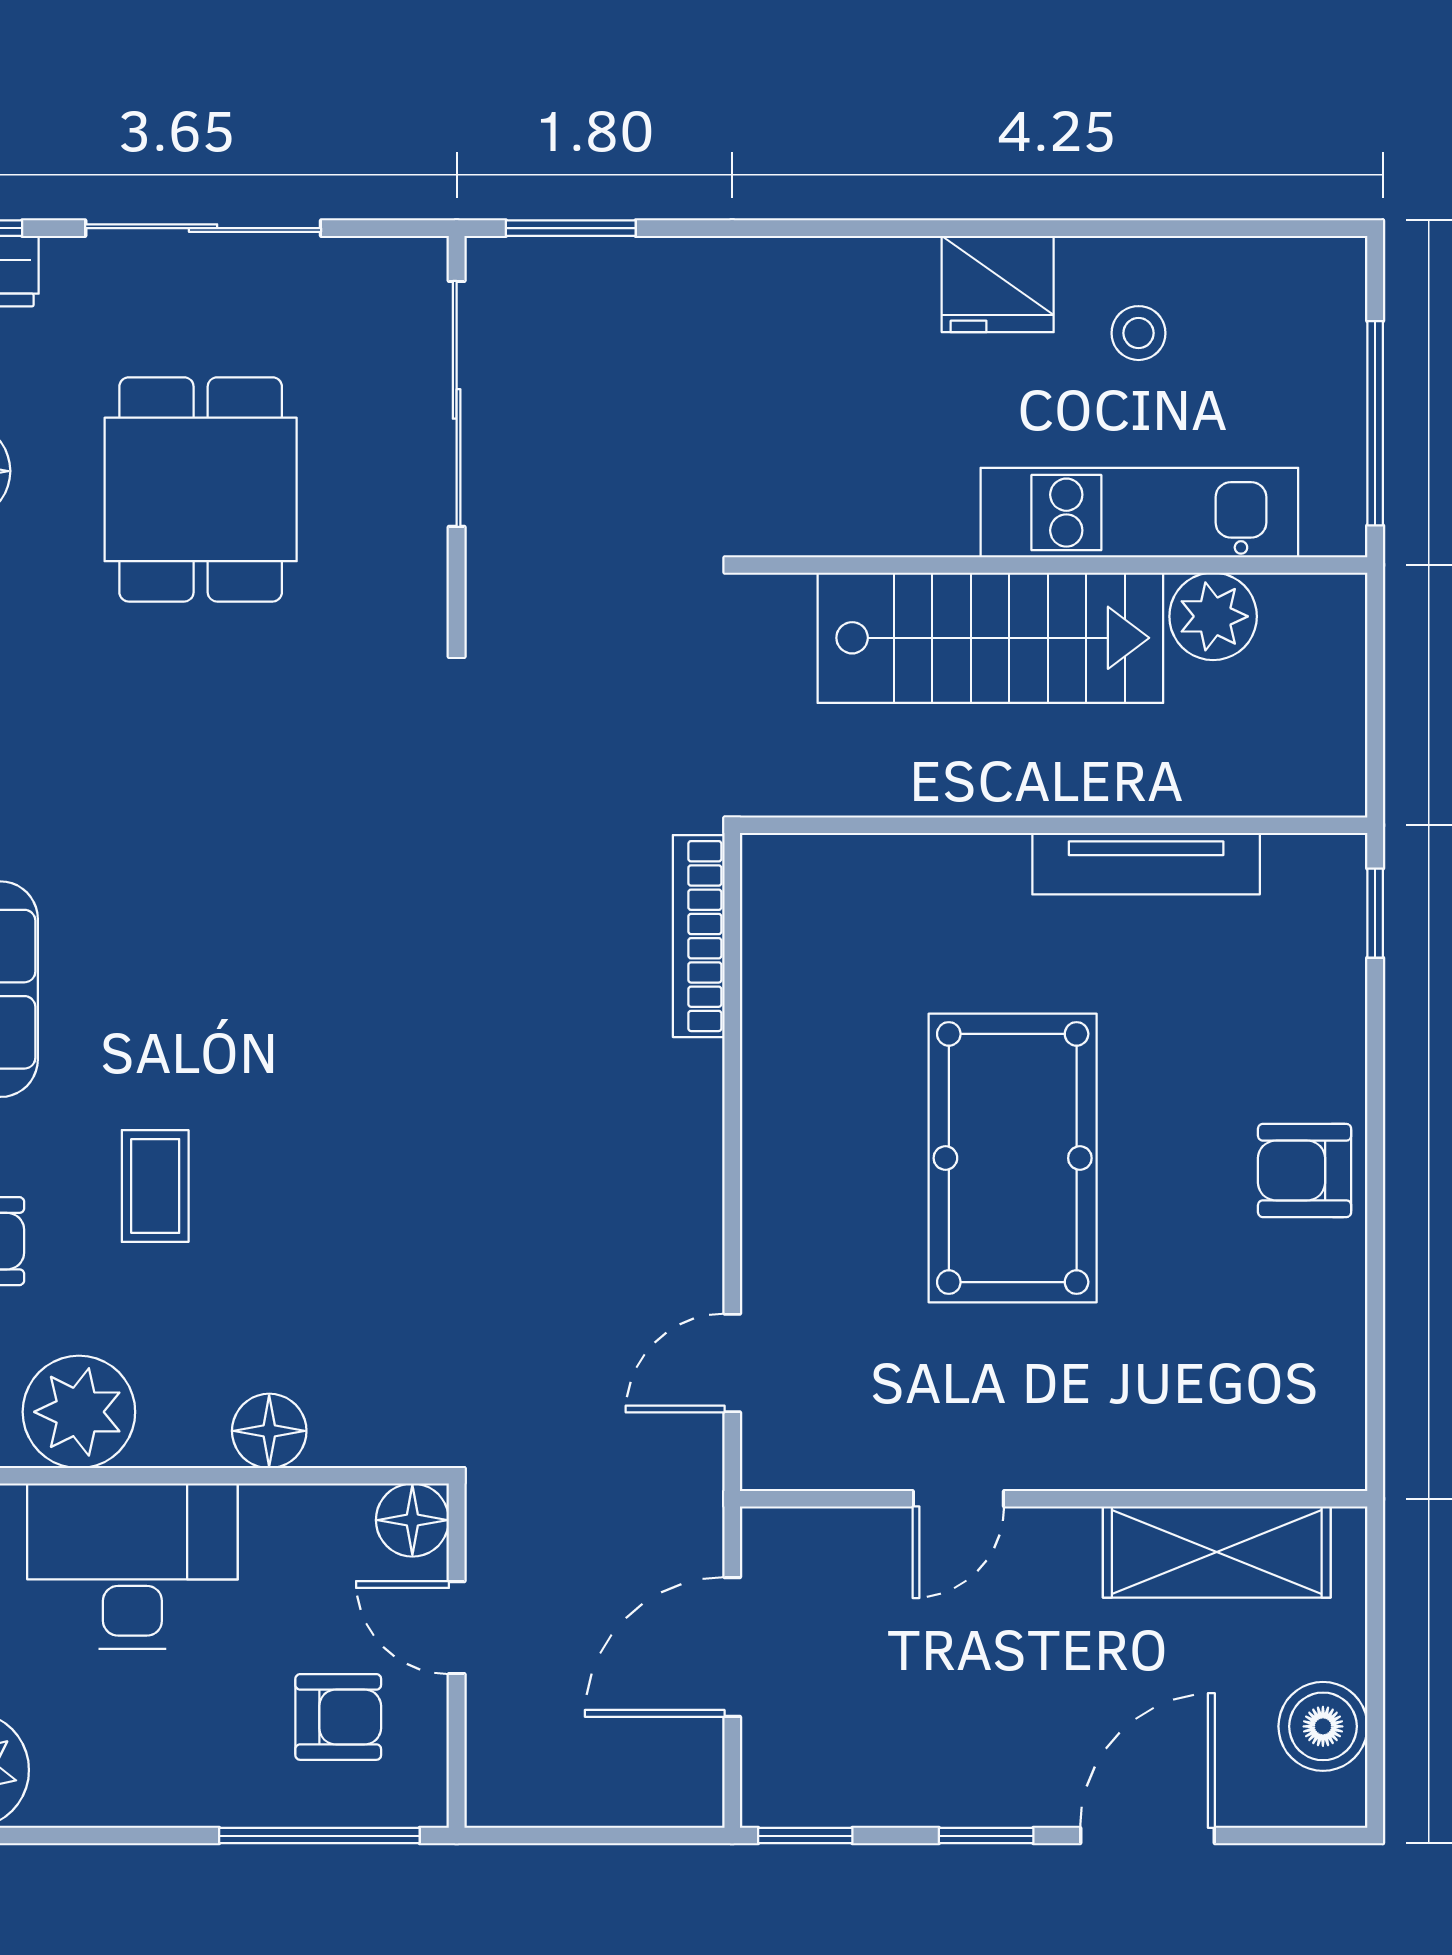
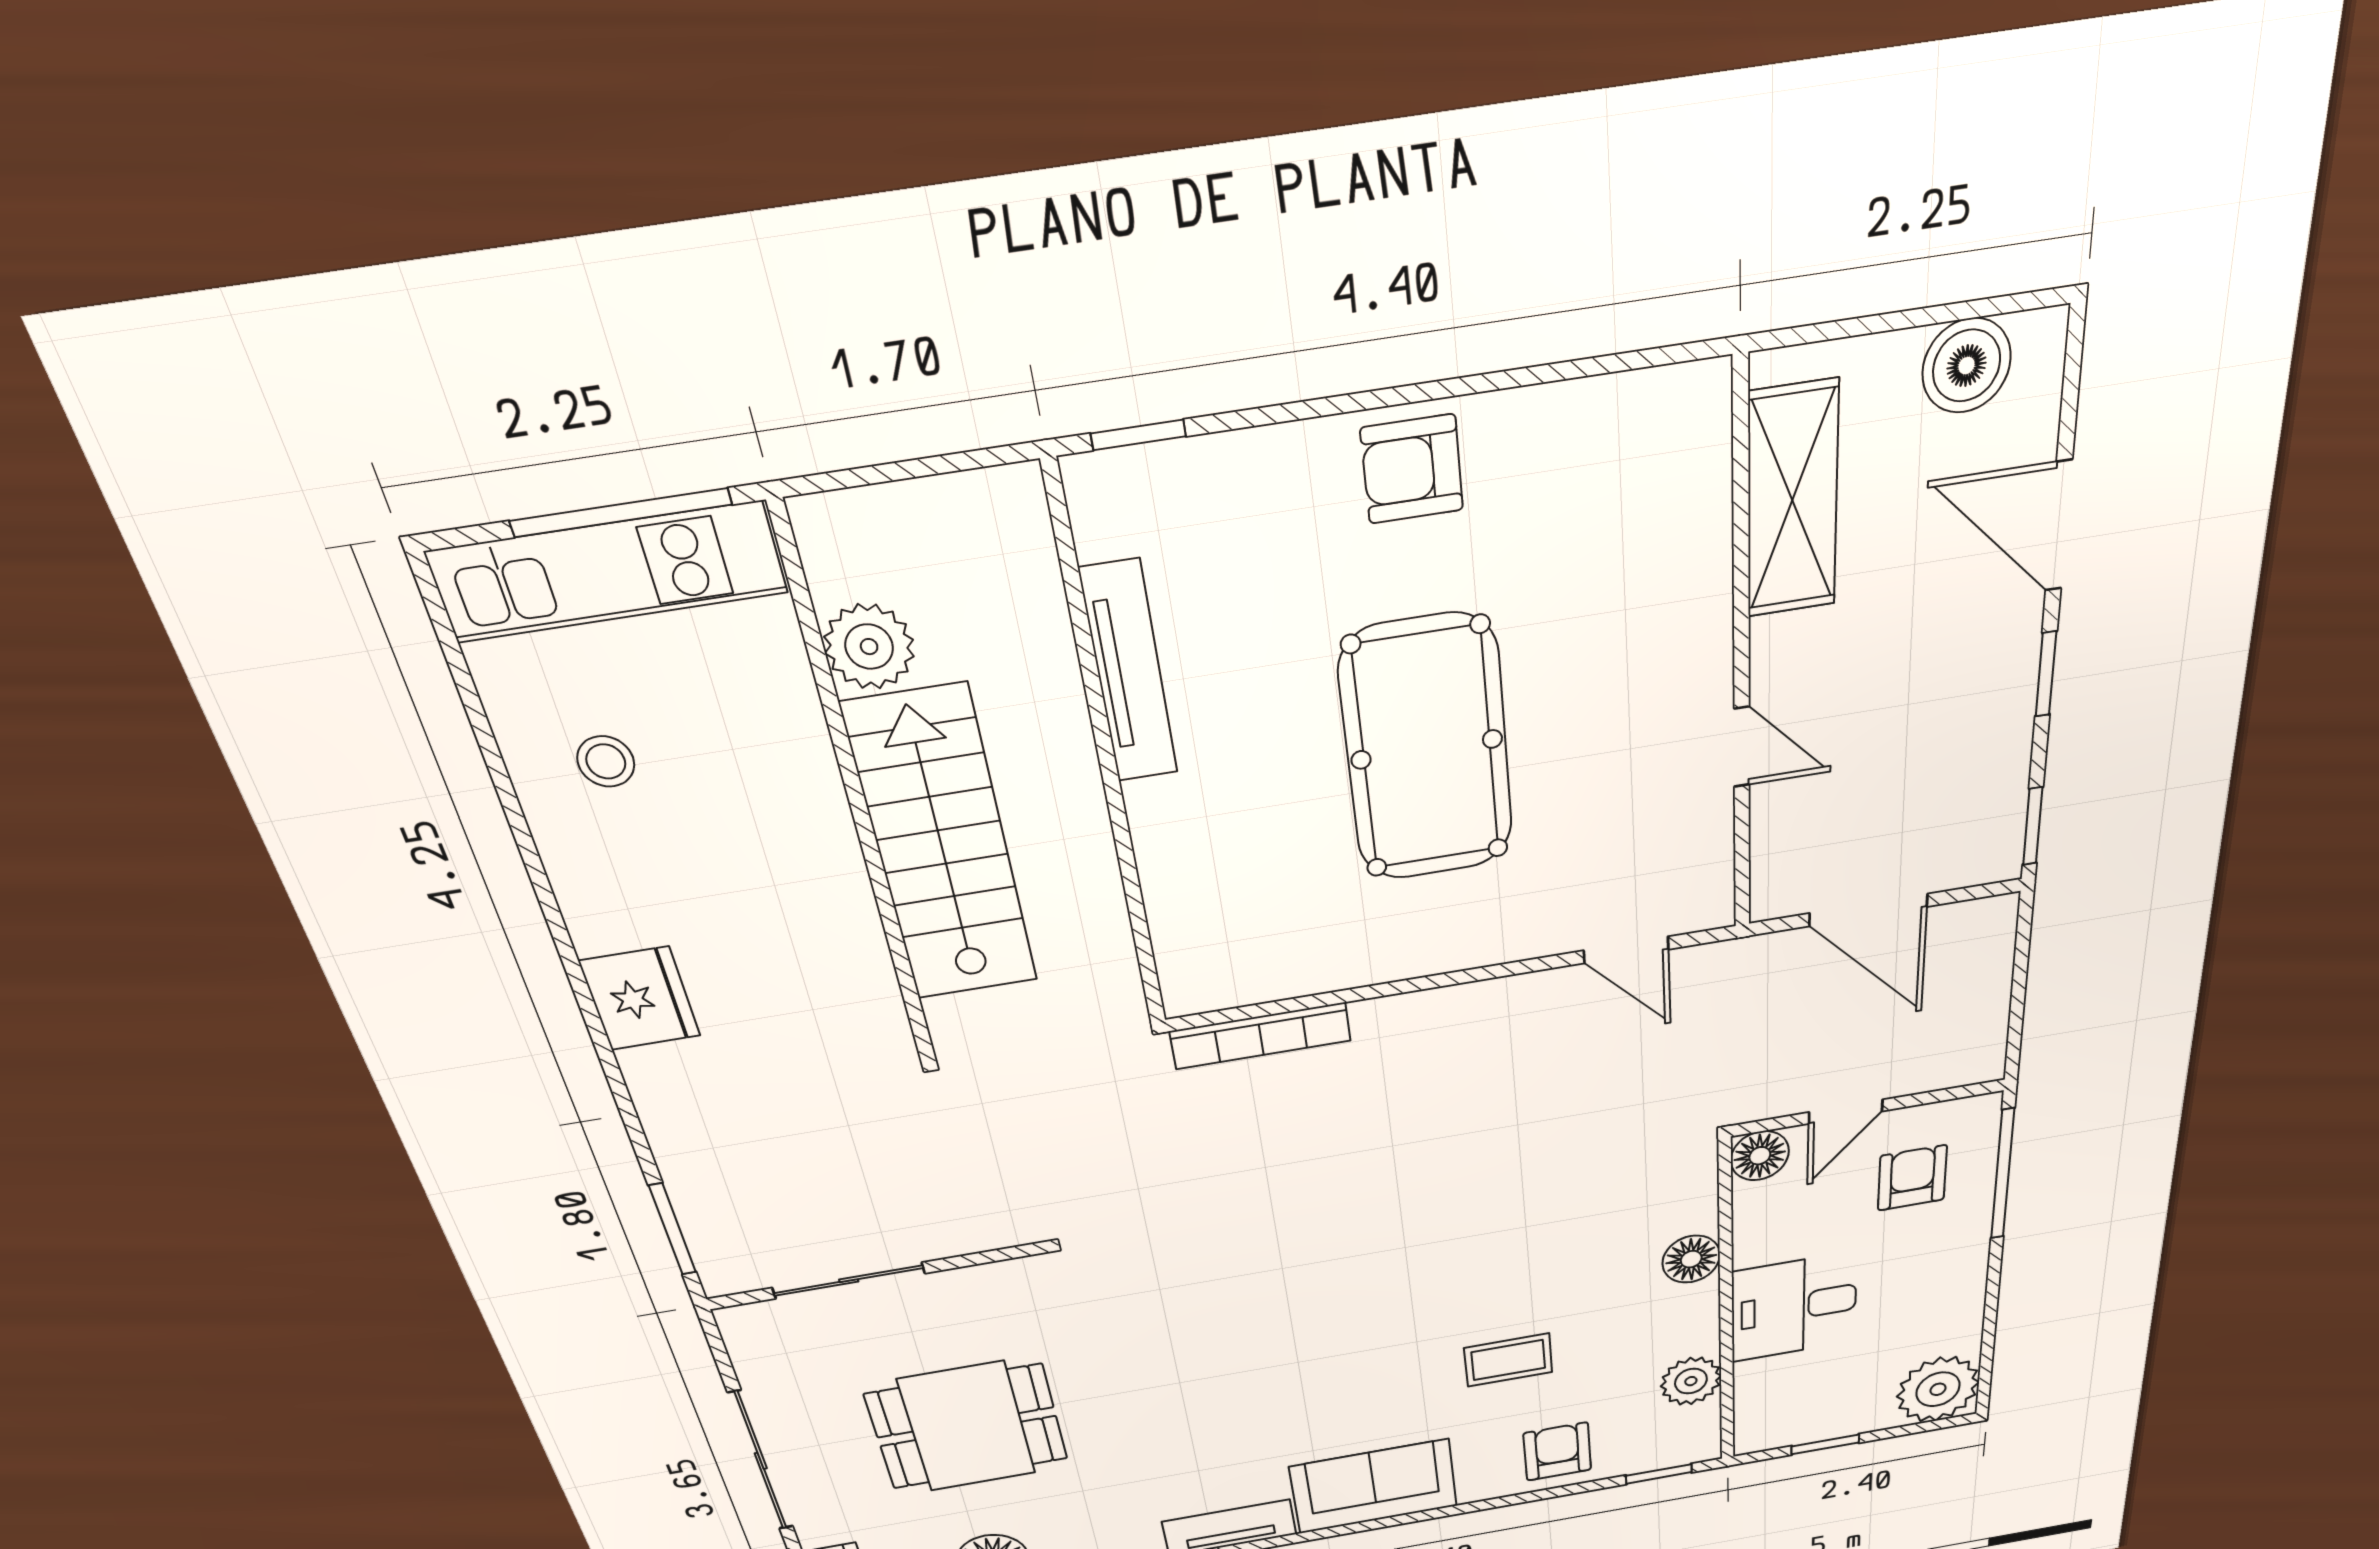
fridge: (998, 284) -> (640, 999), moved
sliding door: (457, 404) -> (849, 1281), width x0.73
kitchen unit: (1139, 513) -> (608, 572), moved, turned -90
pool table: (1013, 1158) -> (1427, 749), turned 90
armchair: (1305, 1170) -> (1412, 469), turned 90
plant: (79, 1412) -> (1691, 1381), width x0.73, depth x0.73
desk: (132, 1566) -> (1794, 1307), width x0.73

